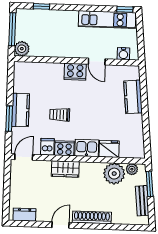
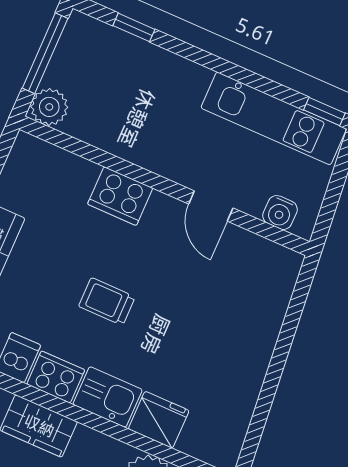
cooker: (75, 72) -> (120, 196), moved
kitchen counter: (133, 97) -> (262, 321), removed
trolley: (60, 115) -> (107, 302), moved

